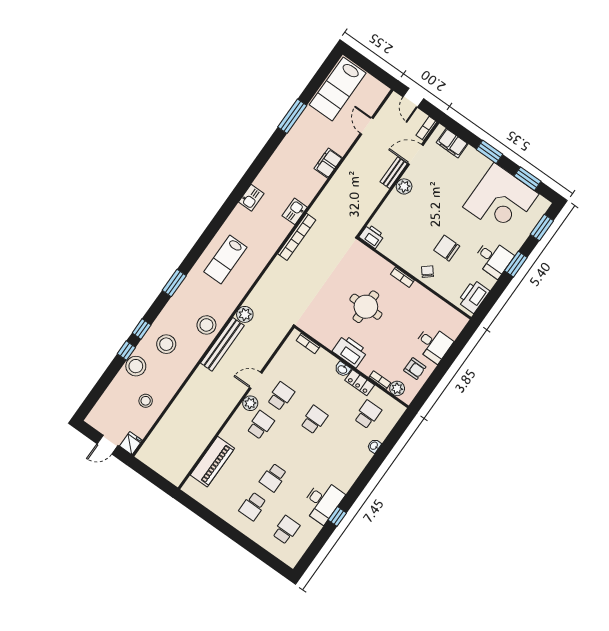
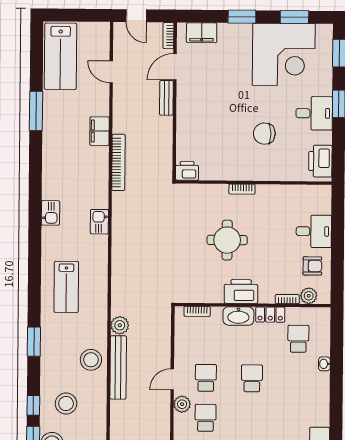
plant: (404, 186) -> (185, 104), removed
kitchen sink: (295, 211) -> (99, 222), moved
bookcase: (297, 237) -> (118, 162), moved
chair: (427, 272) -> (262, 168), removed
washbasin: (343, 369) -> (238, 316), width x1.91, depth x1.45

